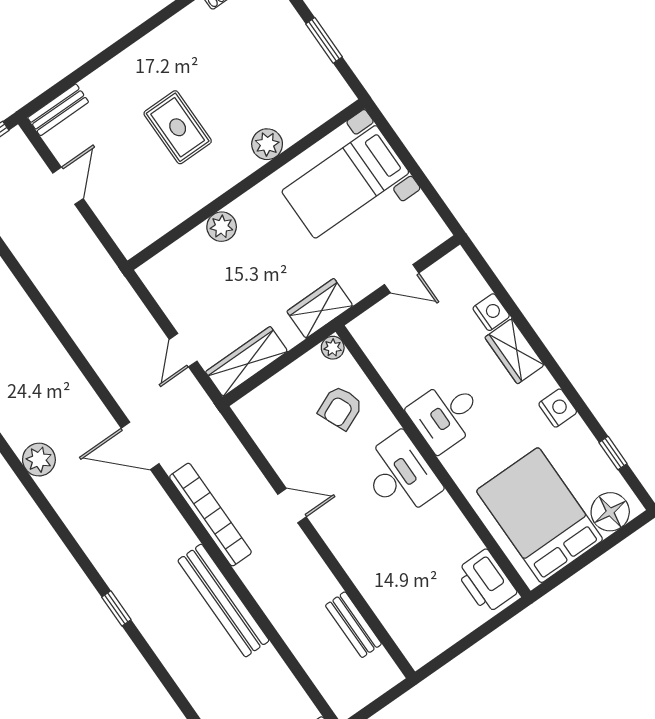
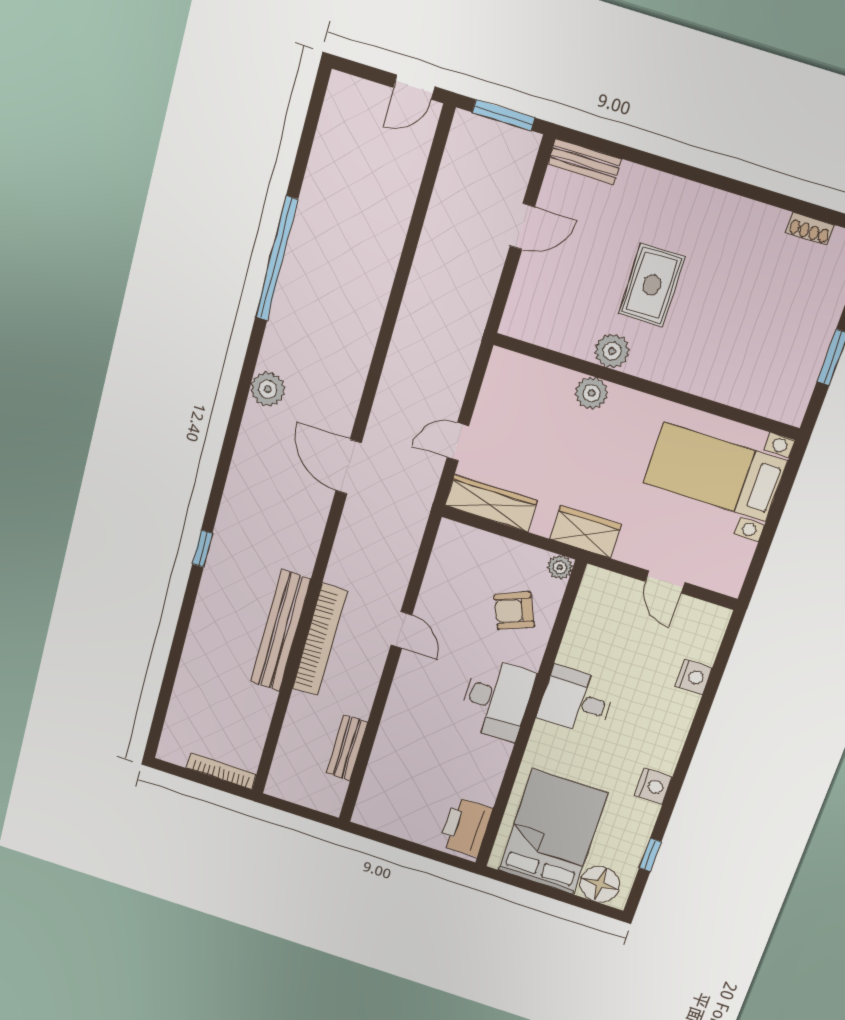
plant: (267, 144) -> (612, 351), moved
wardrobe: (515, 351) -> (675, 719), removed
bookcase: (210, 515) -> (320, 640), moved

